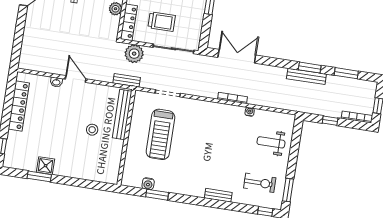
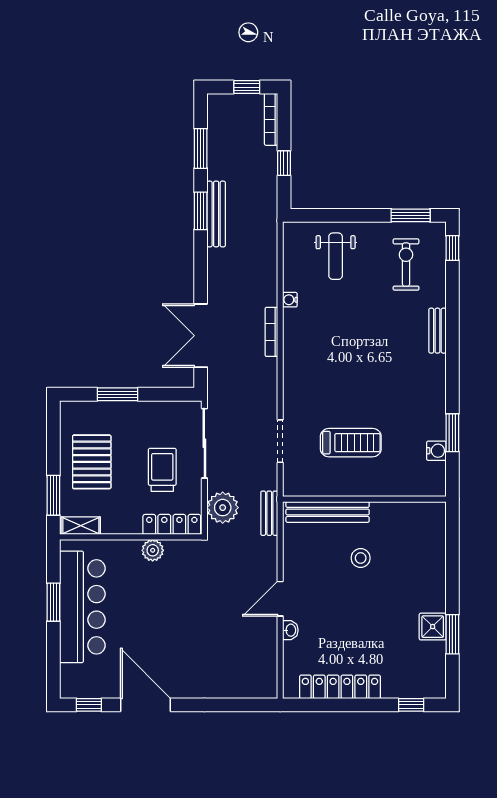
treadmill: (161, 134) -> (351, 443), width x0.73, depth x0.73

